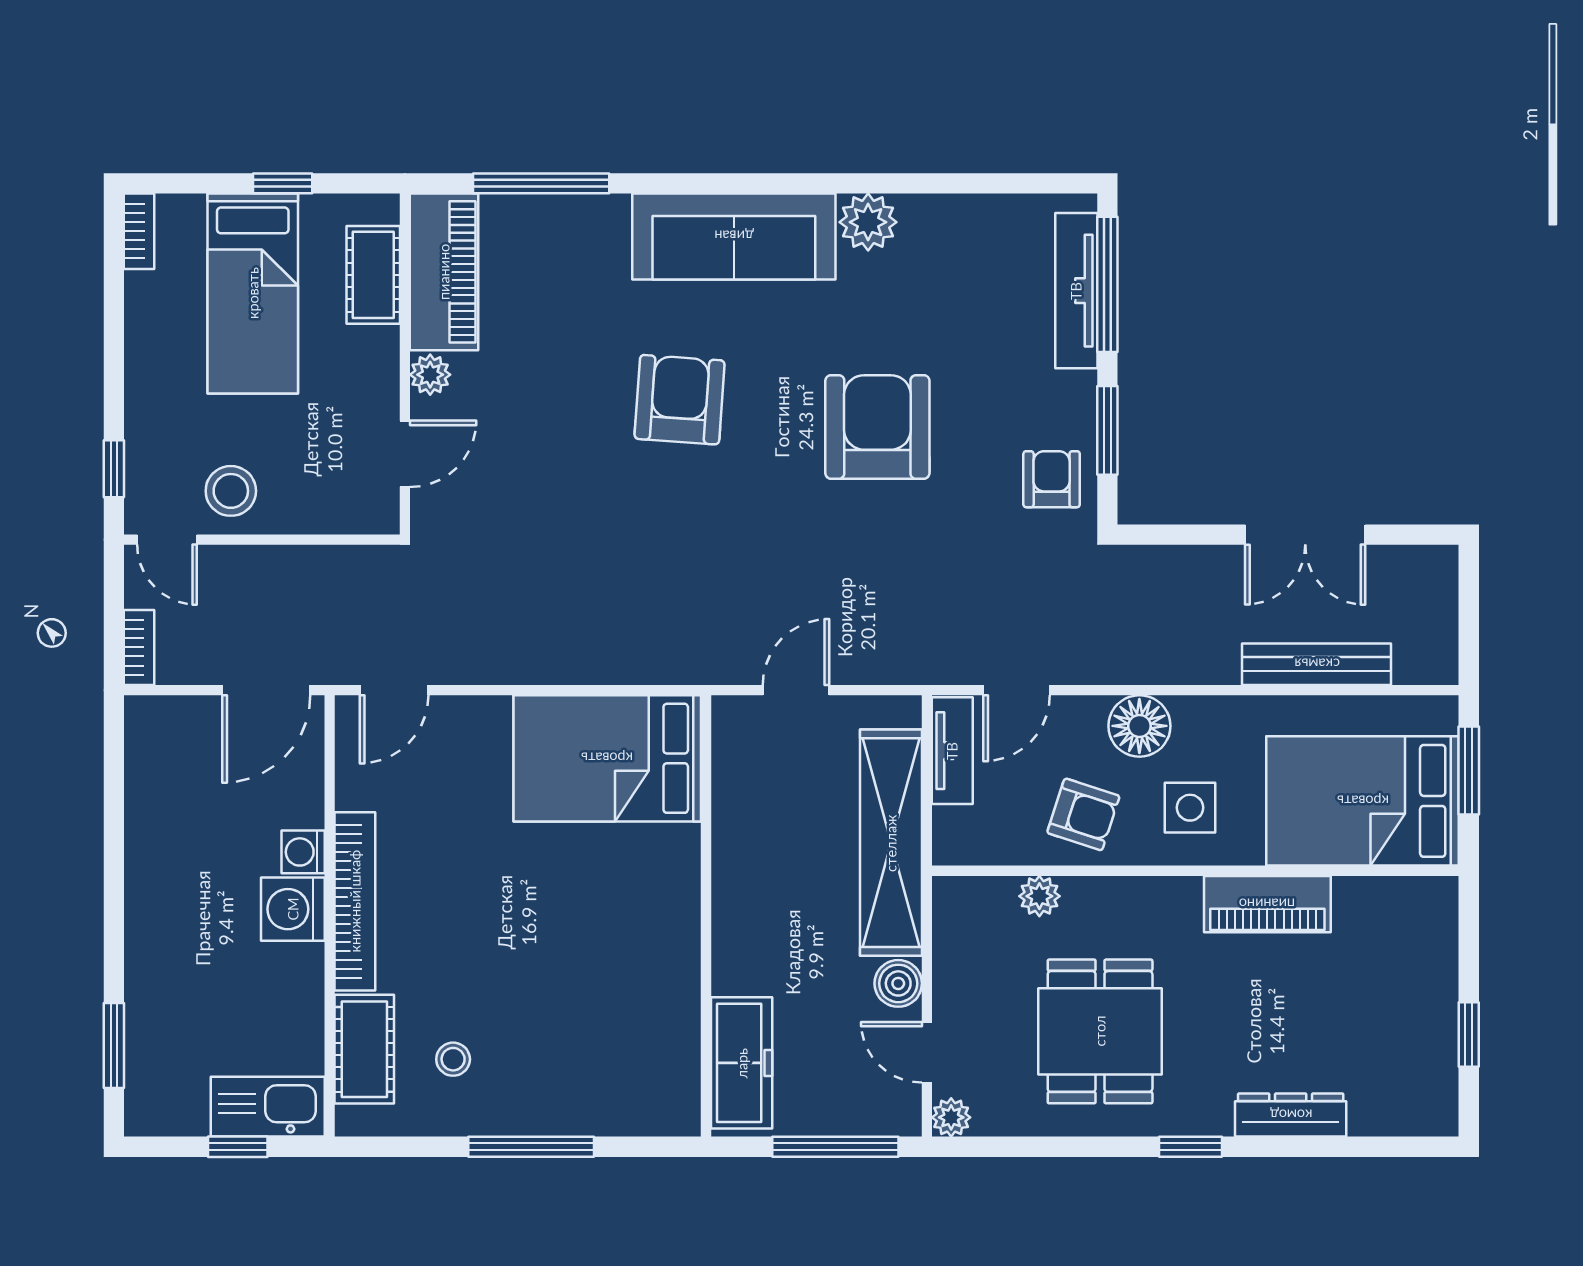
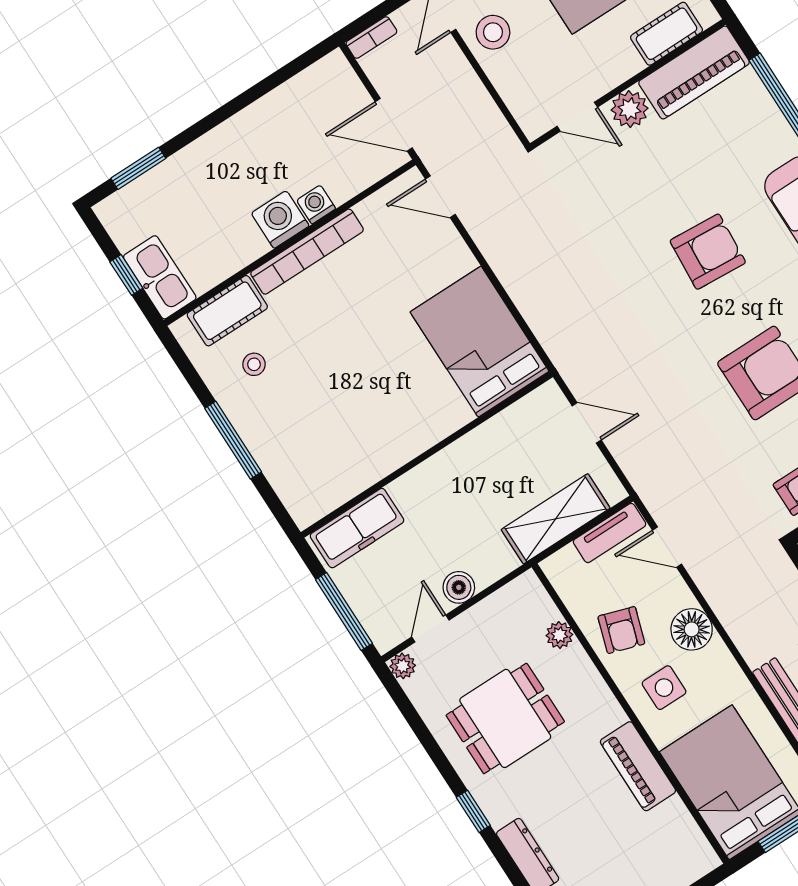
plant: (430, 375) -> (630, 109), width x1.38, depth x1.38
shelving: (891, 843) -> (556, 519), width x0.68

